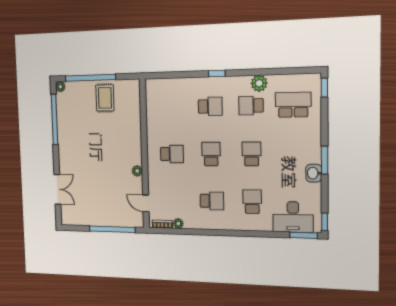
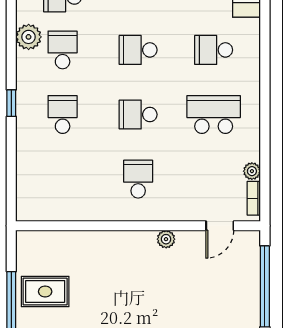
school desk: (251, 106) -> (63, 50), turned 180
school desk: (212, 201) -> (214, 115), width x1.85

